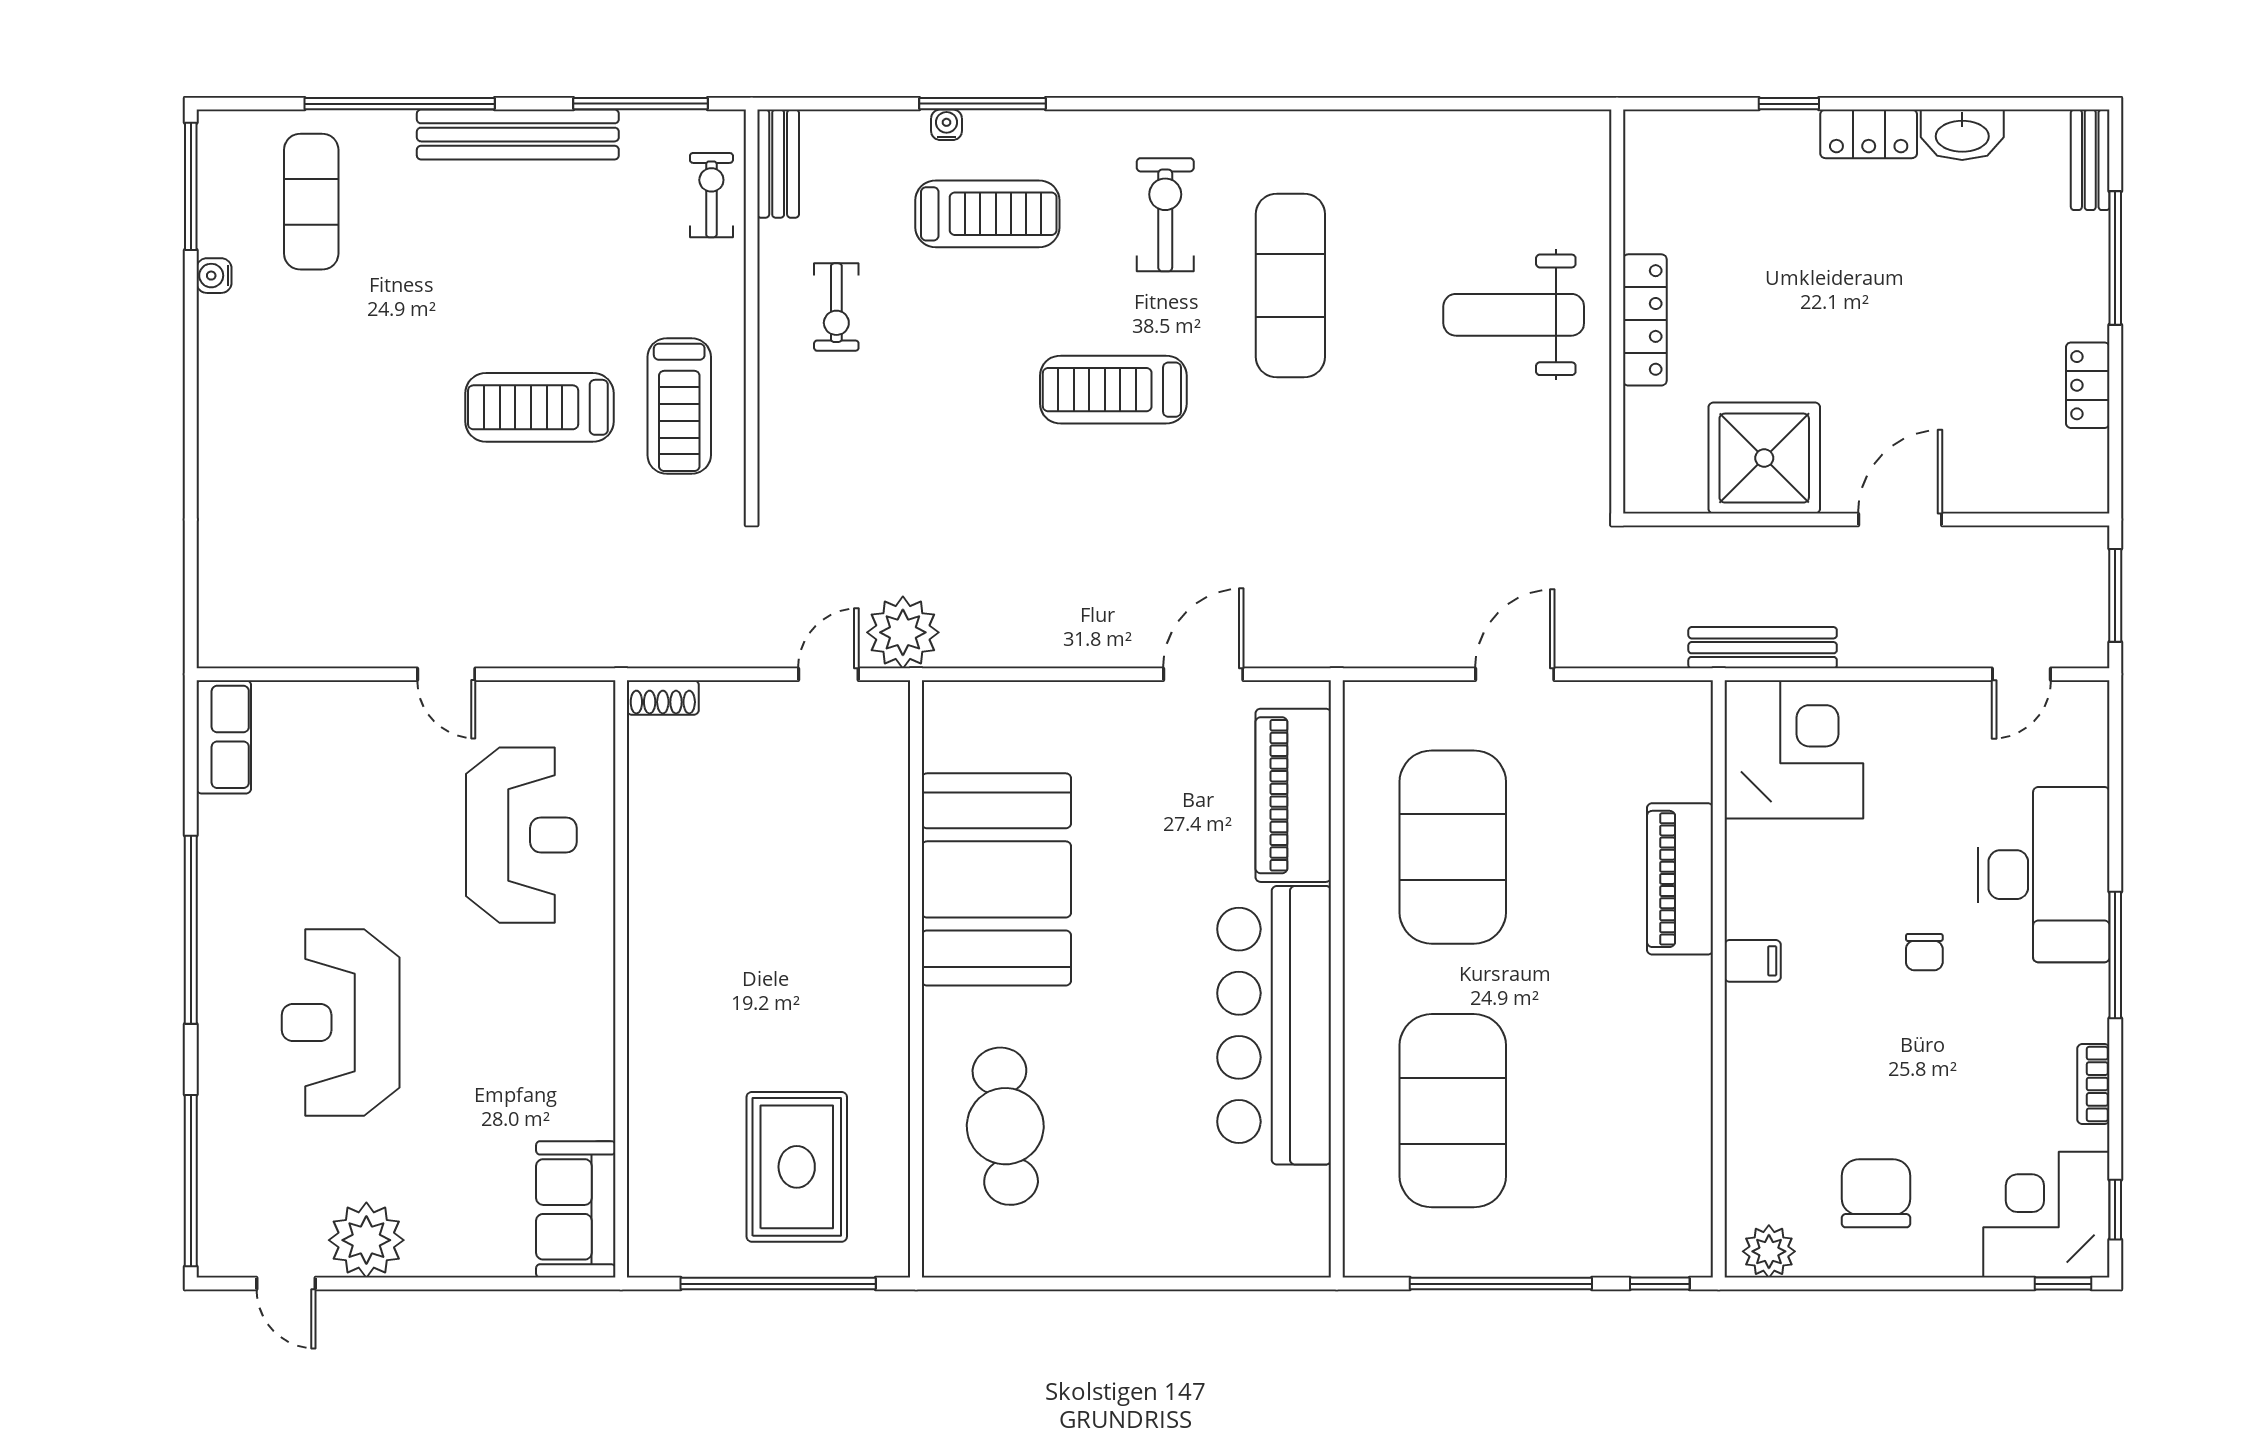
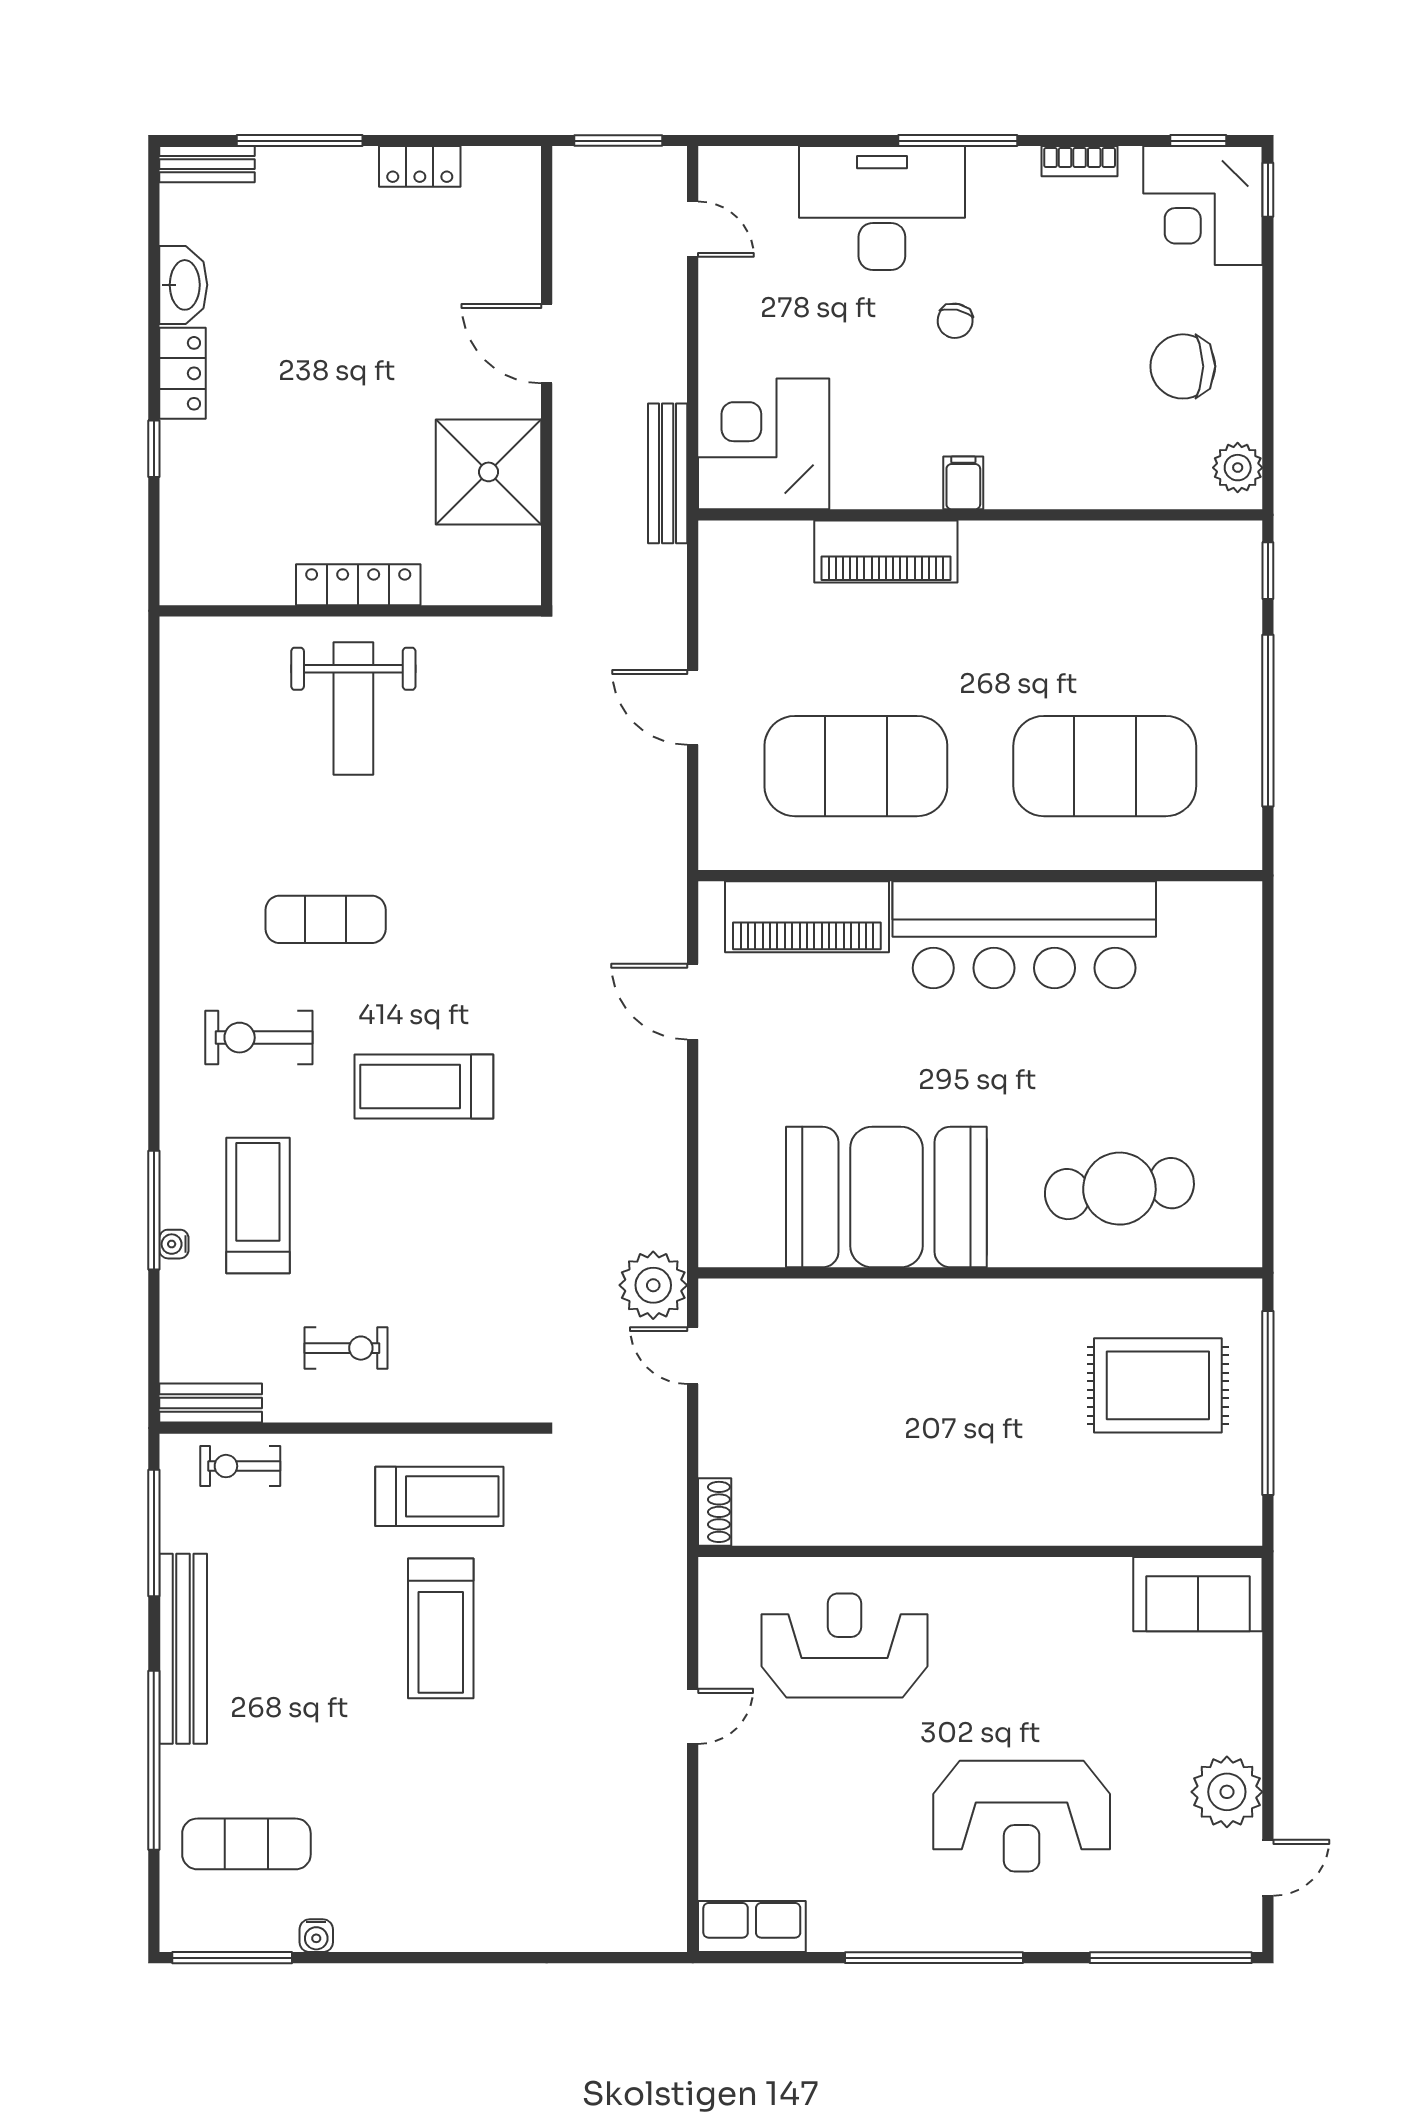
exercise mat: (1290, 285) -> (326, 919), width x0.73, depth x0.69
treadmill: (1113, 390) -> (424, 1086), turned 90
chair: (1924, 952) -> (955, 321), turned 101

